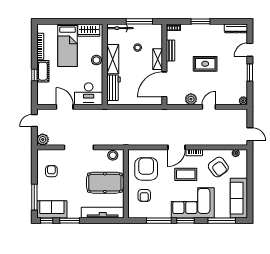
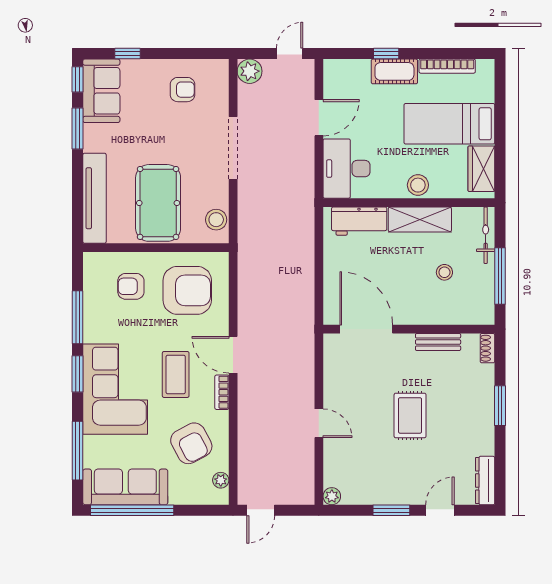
door: (250, 50) -> (440, 510), hinge flipped
shelving: (158, 59) -> (420, 315), removed
plant: (191, 99) -> (335, 385), removed
door: (34, 121) -> (290, 54), hinge flipped
armchair: (218, 167) -> (191, 443), turned -82
window: (250, 195) -> (132, 510), added
window: (34, 197) -> (127, 54), width x0.46

